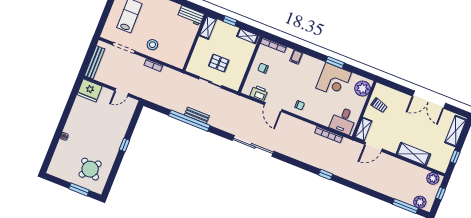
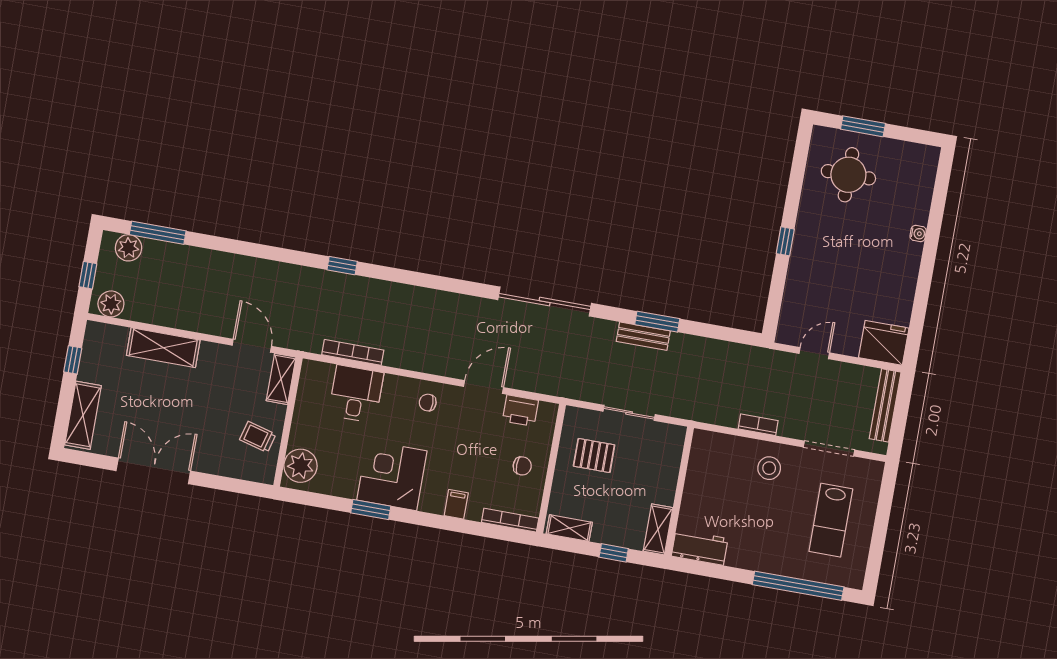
pallet: (219, 63) -> (594, 456), moved
corner desk: (334, 80) -> (392, 476), moved
door: (273, 107) -> (483, 387), hinge flipped
desk: (343, 120) -> (356, 394), moved
window: (189, 121) -> (657, 322), width x0.47
sliding door: (253, 146) -> (545, 302), moved
door: (373, 147) -> (252, 346), hinge flipped
round table: (90, 169) -> (848, 175), turned -35

